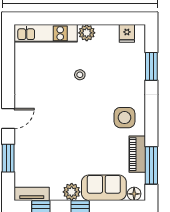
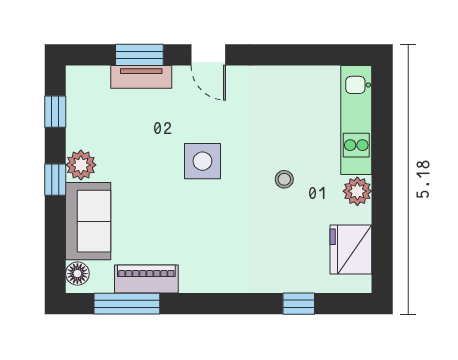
fridge: (127, 33) -> (351, 250), width x1.88, depth x1.34
window: (151, 66) -> (299, 304), width x0.67
side table: (125, 118) -> (202, 161), moved
tv unit: (32, 194) -> (141, 77), moved, turned 90

